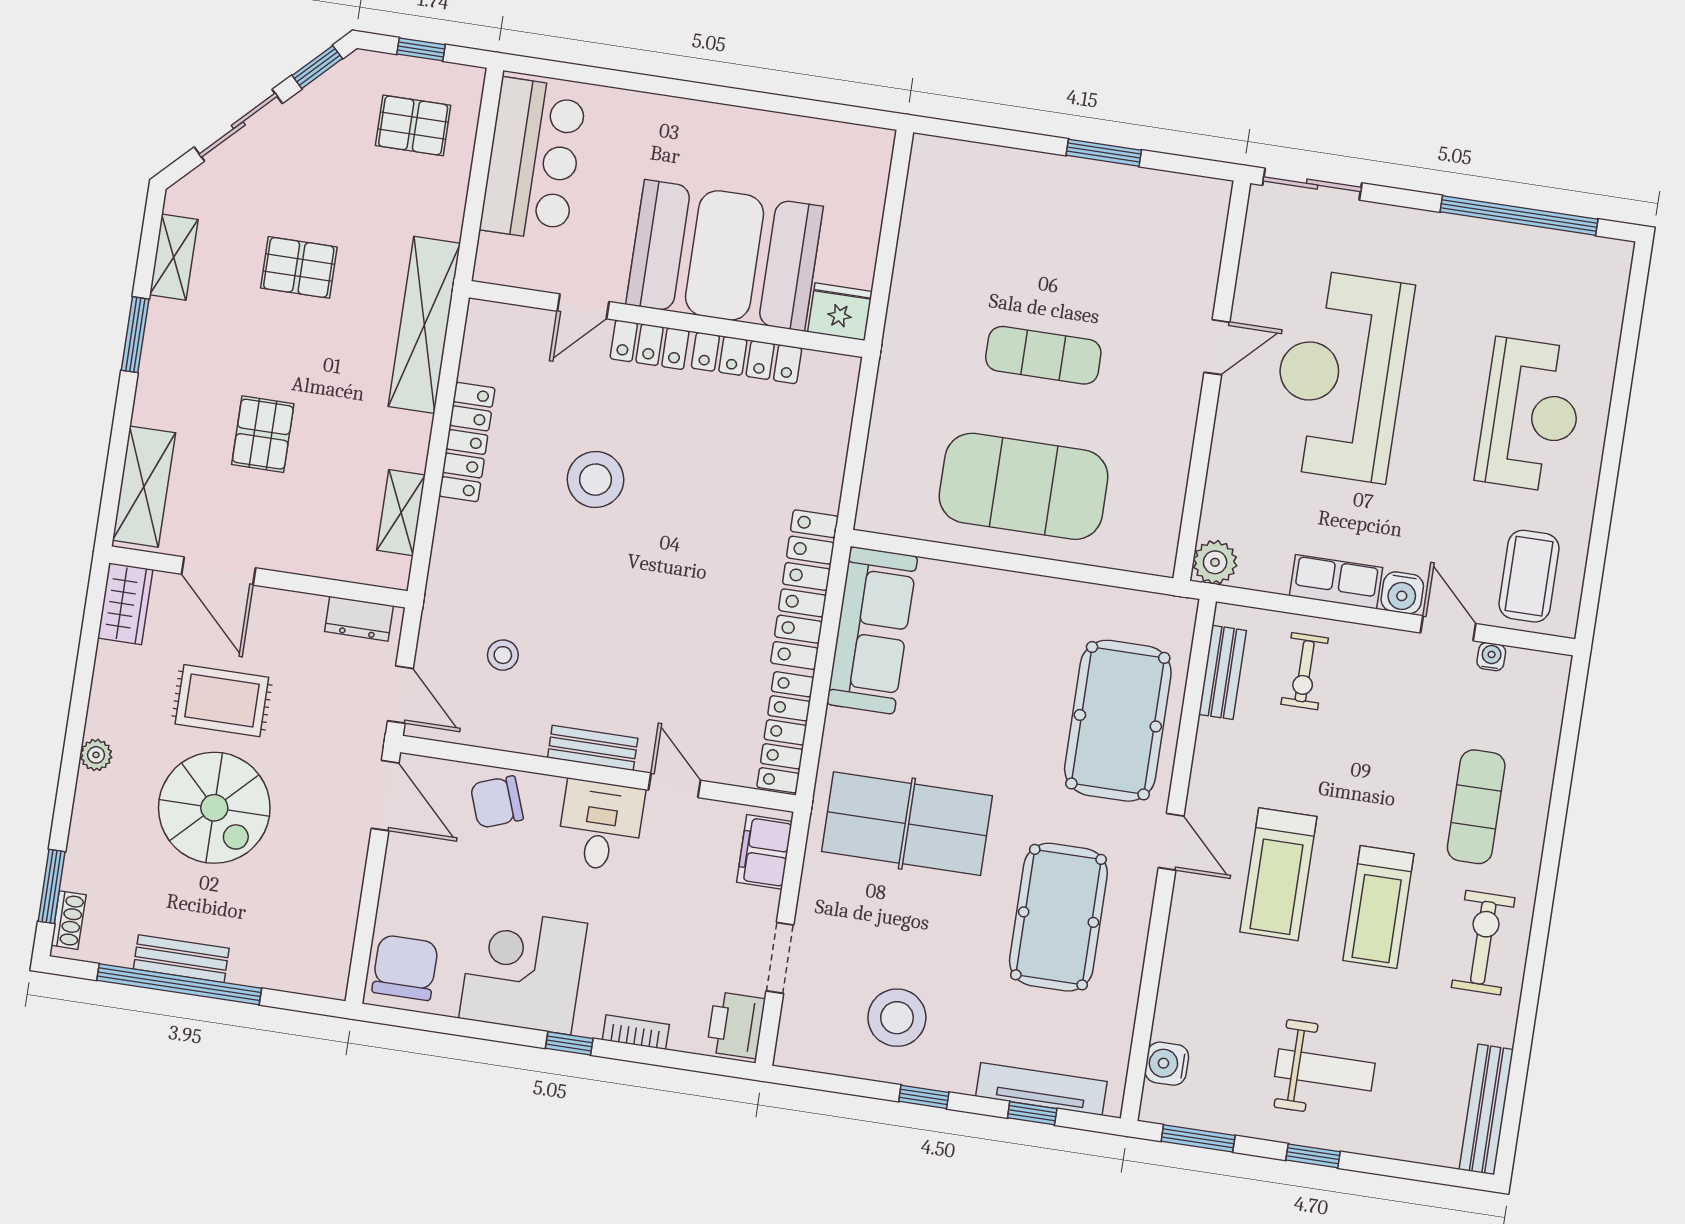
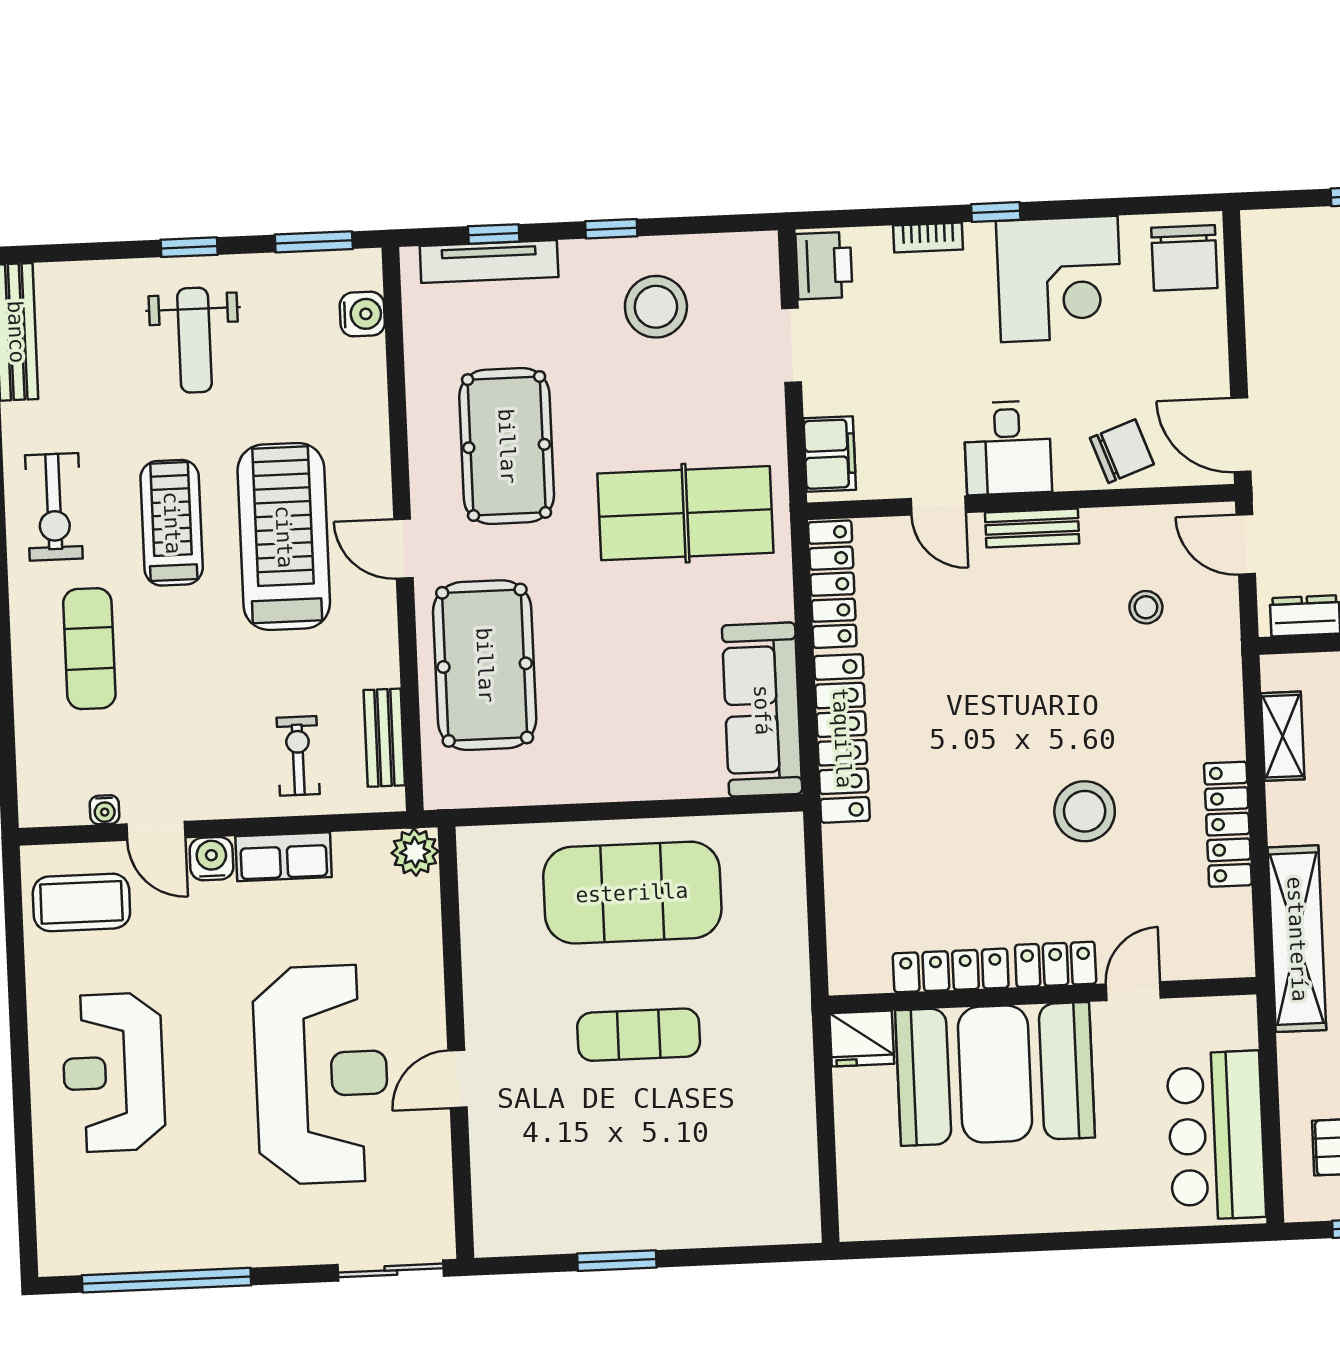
coffee table: (1529, 576) -> (81, 902), turned 90
treadmill: (1278, 874) -> (284, 537), width x1.37, depth x1.38
weight bench: (1325, 1070) -> (194, 340), turned -90

